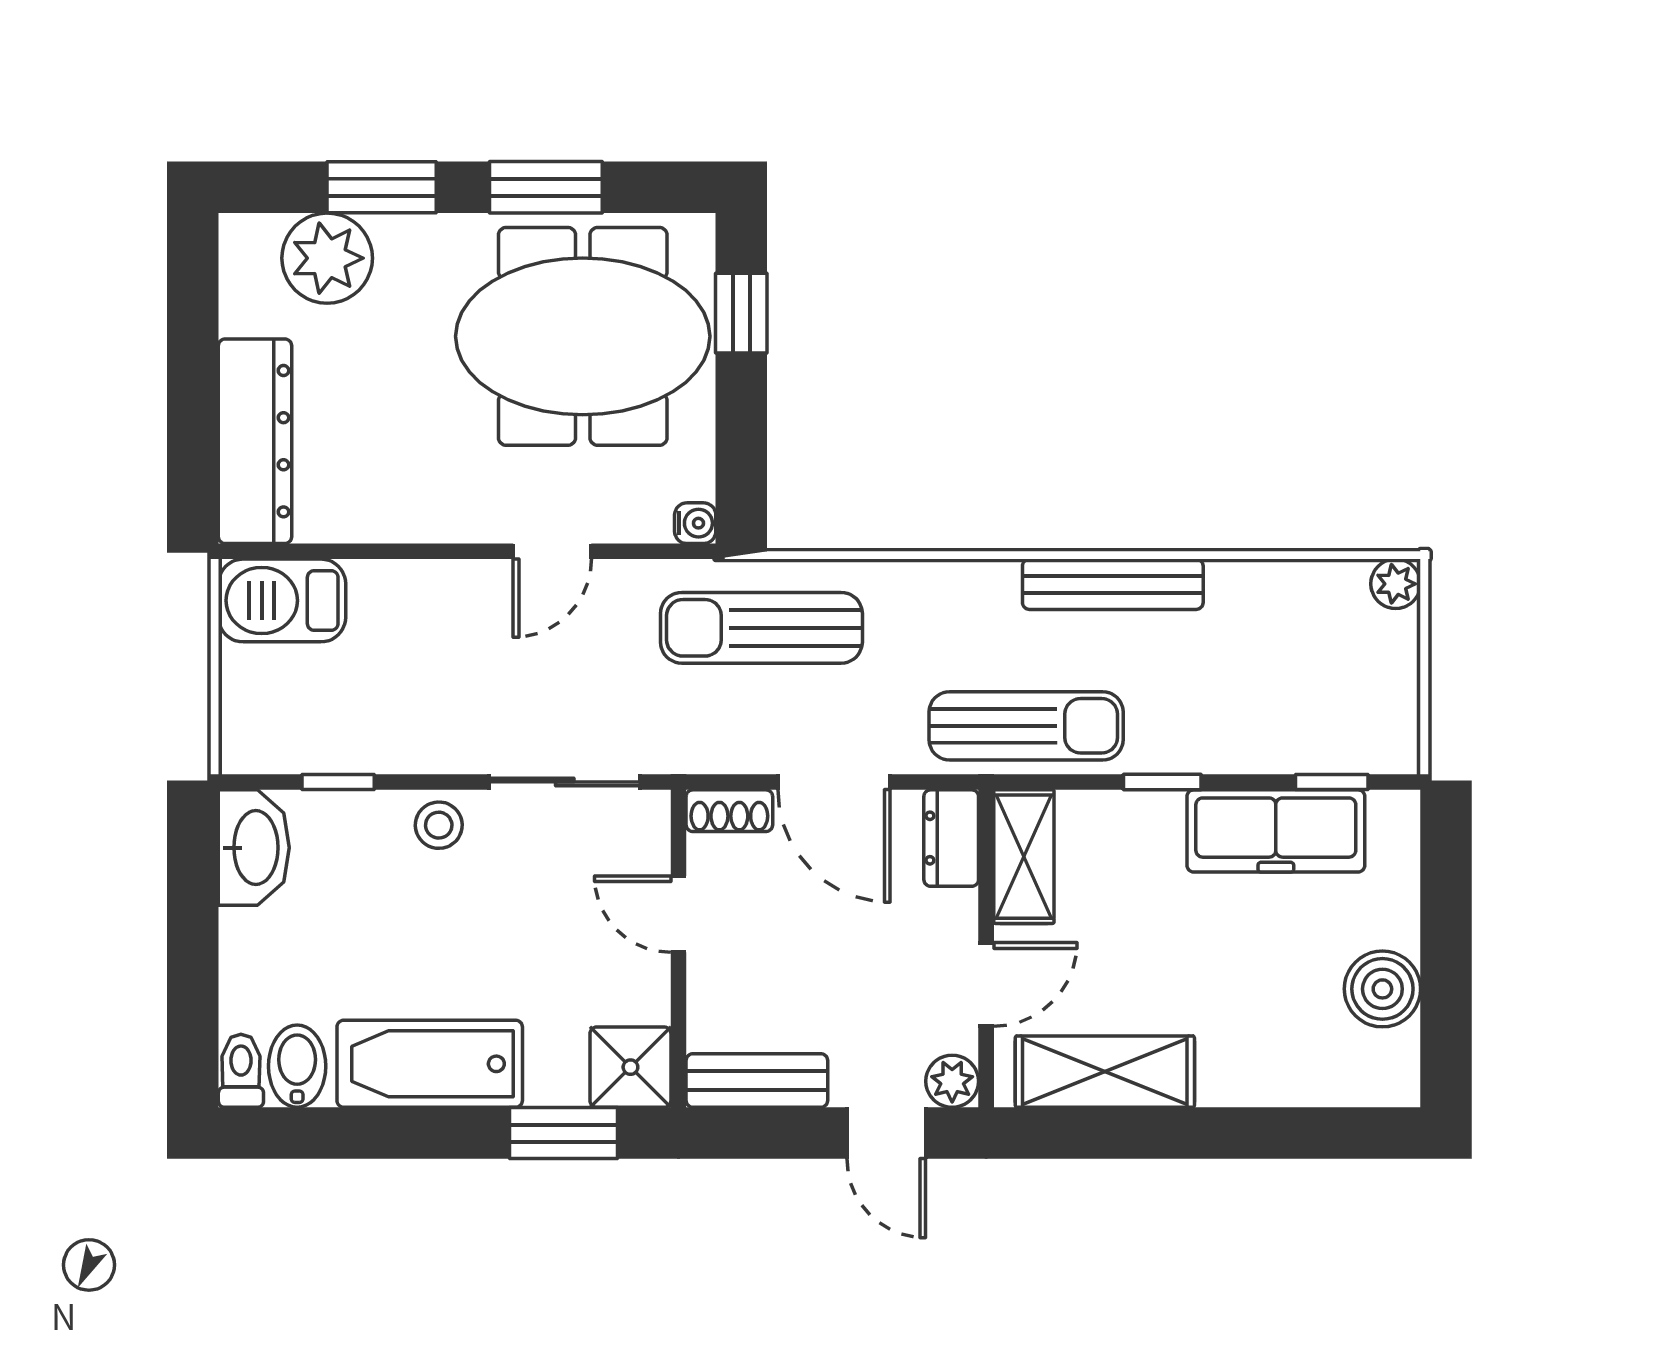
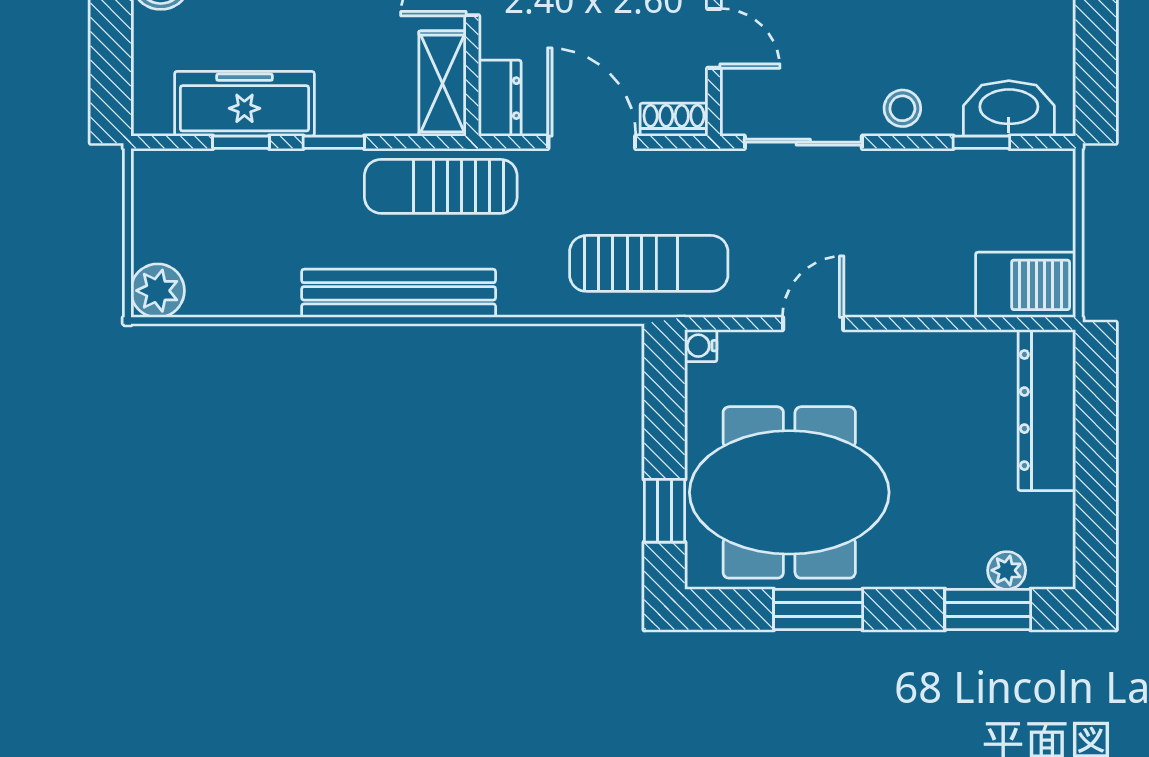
window: (382, 187) -> (988, 610), moved
plant: (327, 258) -> (1007, 570), width x0.53, depth x0.53
bench: (1113, 584) -> (399, 293), width x1.37, depth x1.21
plant: (1396, 584) -> (158, 291), width x1.38, depth x1.38
window: (1332, 782) -> (241, 142), moved
washbasin: (254, 848) -> (1009, 108), moved, turned 90

